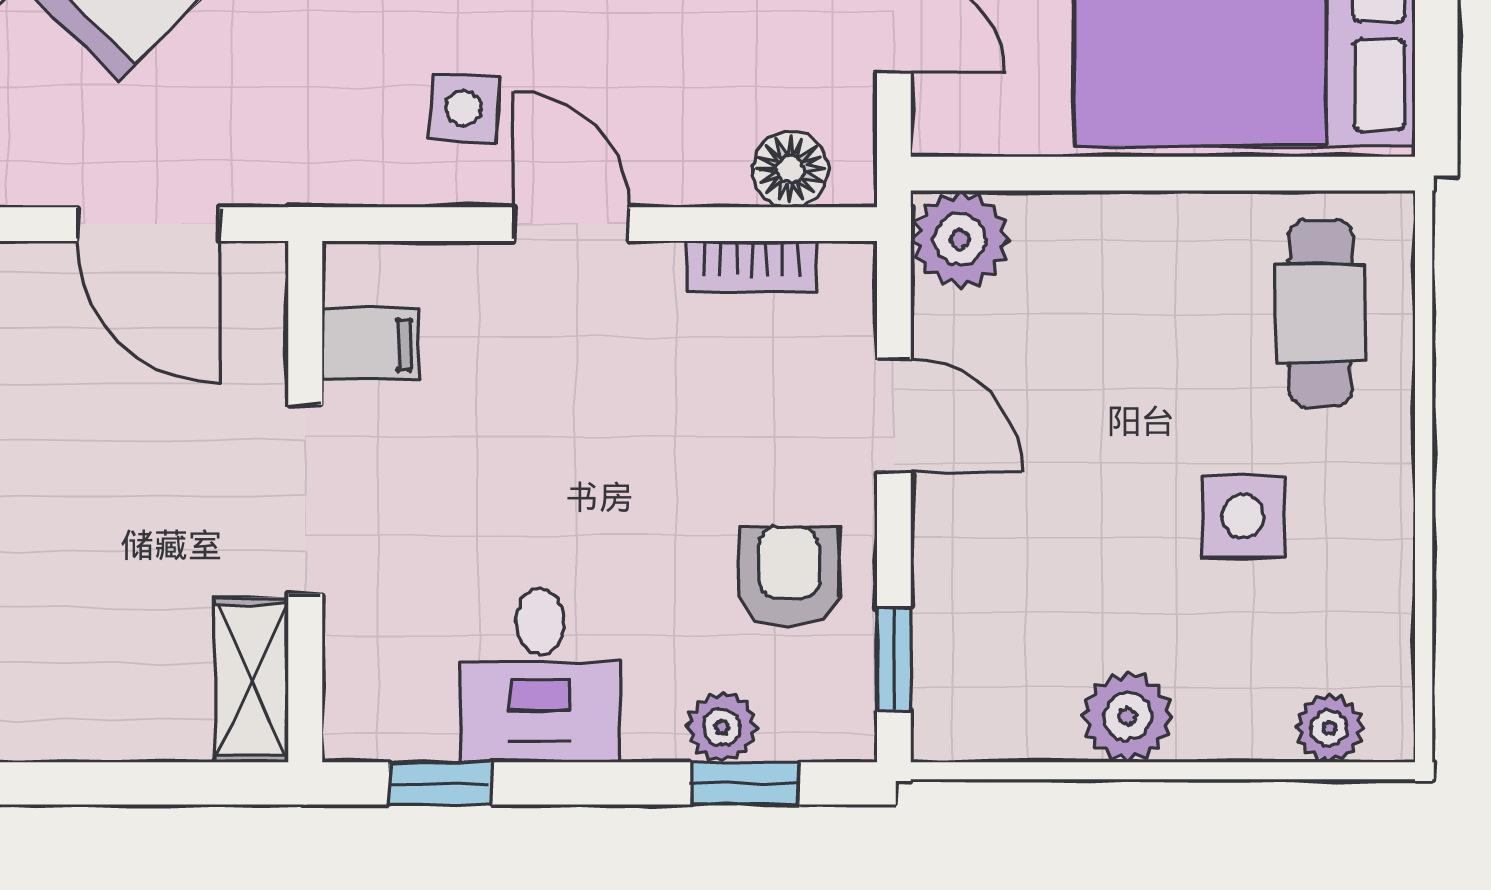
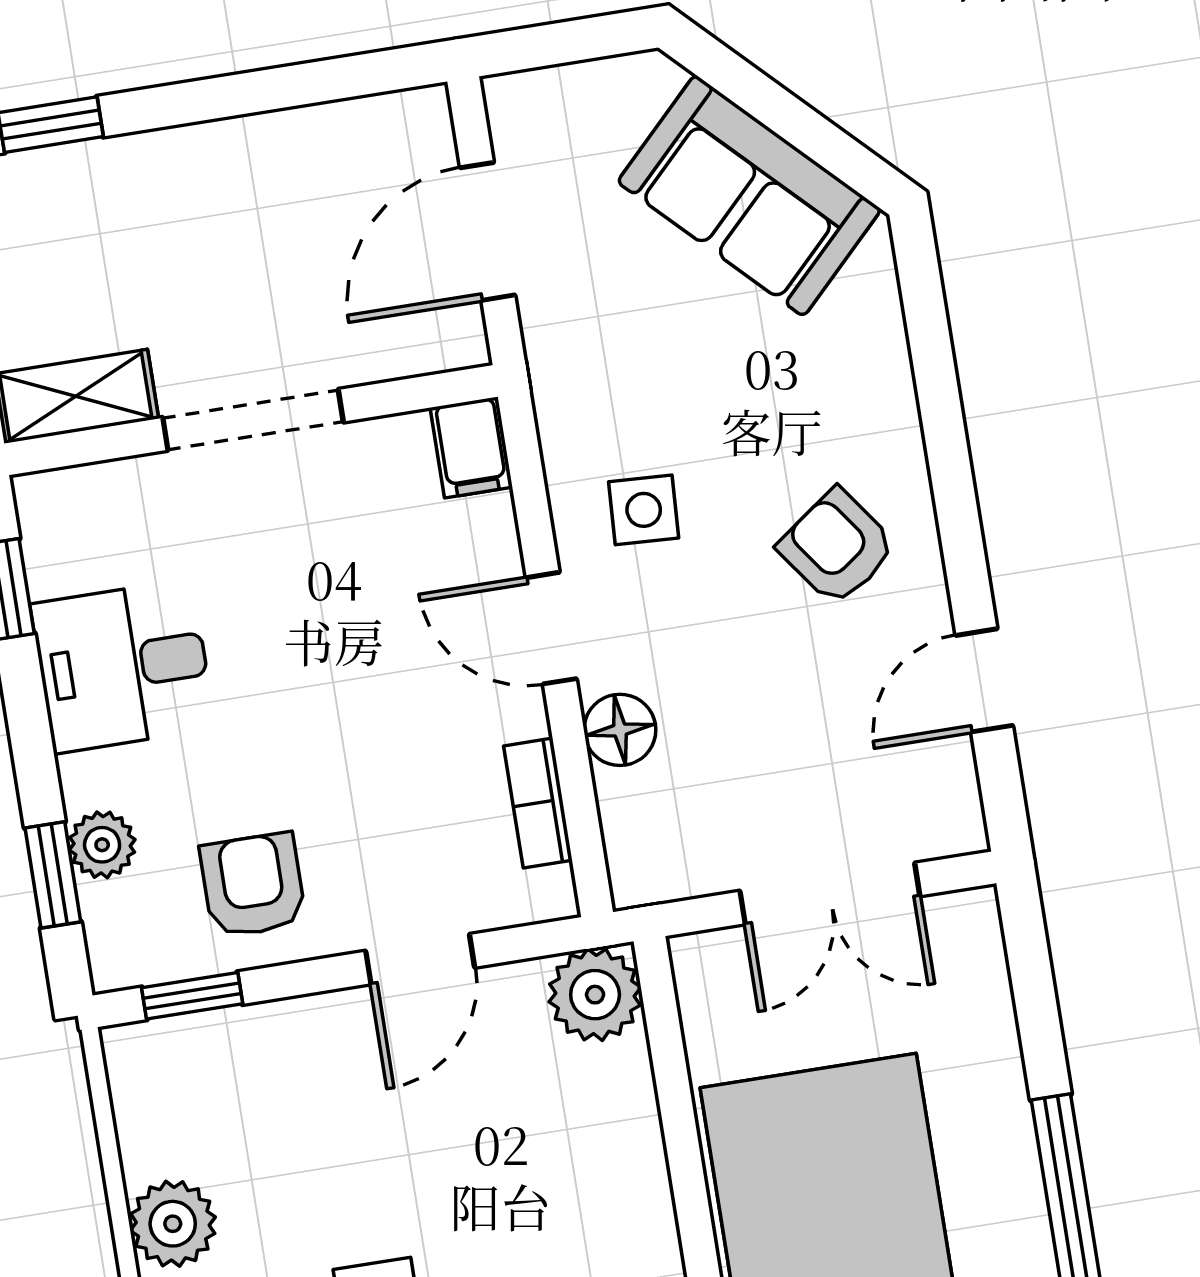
floor lamp: (790, 170) -> (620, 730), moved
door: (571, 224) -> (551, 628), swing flipped
filing cabinet: (370, 344) -> (471, 447), moved
armchair: (789, 577) -> (253, 885), turned -90

